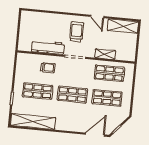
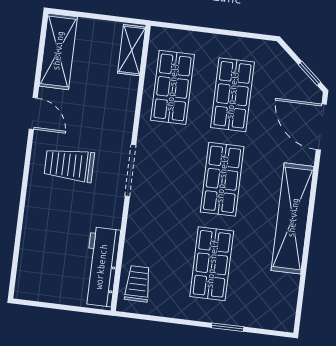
door: (97, 16) -> (33, 113), hinge flipped
workbench: (48, 47) -> (101, 267), moved
shelving: (105, 54) -> (132, 50), moved
trolley: (48, 68) -> (138, 284), moved
shelving: (33, 121) -> (293, 218), moved

